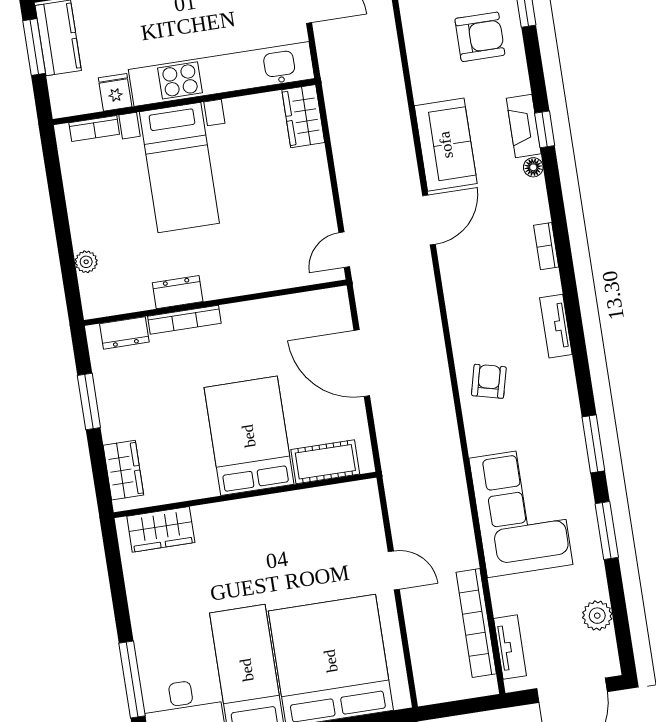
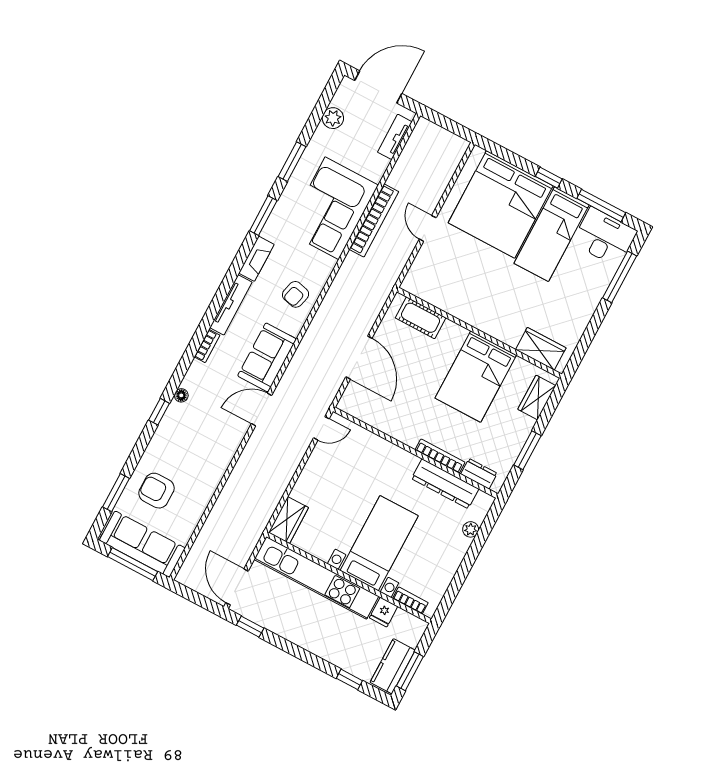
fireplace: (524, 126) -> (256, 259), moved
sofa: (446, 145) -> (267, 357), moved
dresser: (178, 292) -> (445, 484), width x1.96, depth x1.24
tv unit: (556, 326) -> (231, 305), width x1.41
bed: (249, 436) -> (476, 377), moved
bookcase: (476, 623) -> (374, 220), moved

